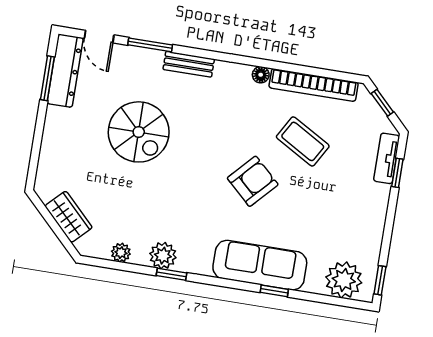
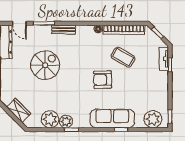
spiral stairs: (139, 132) -> (45, 65), turned -90
armchair: (253, 181) -> (103, 80), turned -134
plant: (121, 253) -> (50, 119), width x1.87, depth x1.87

